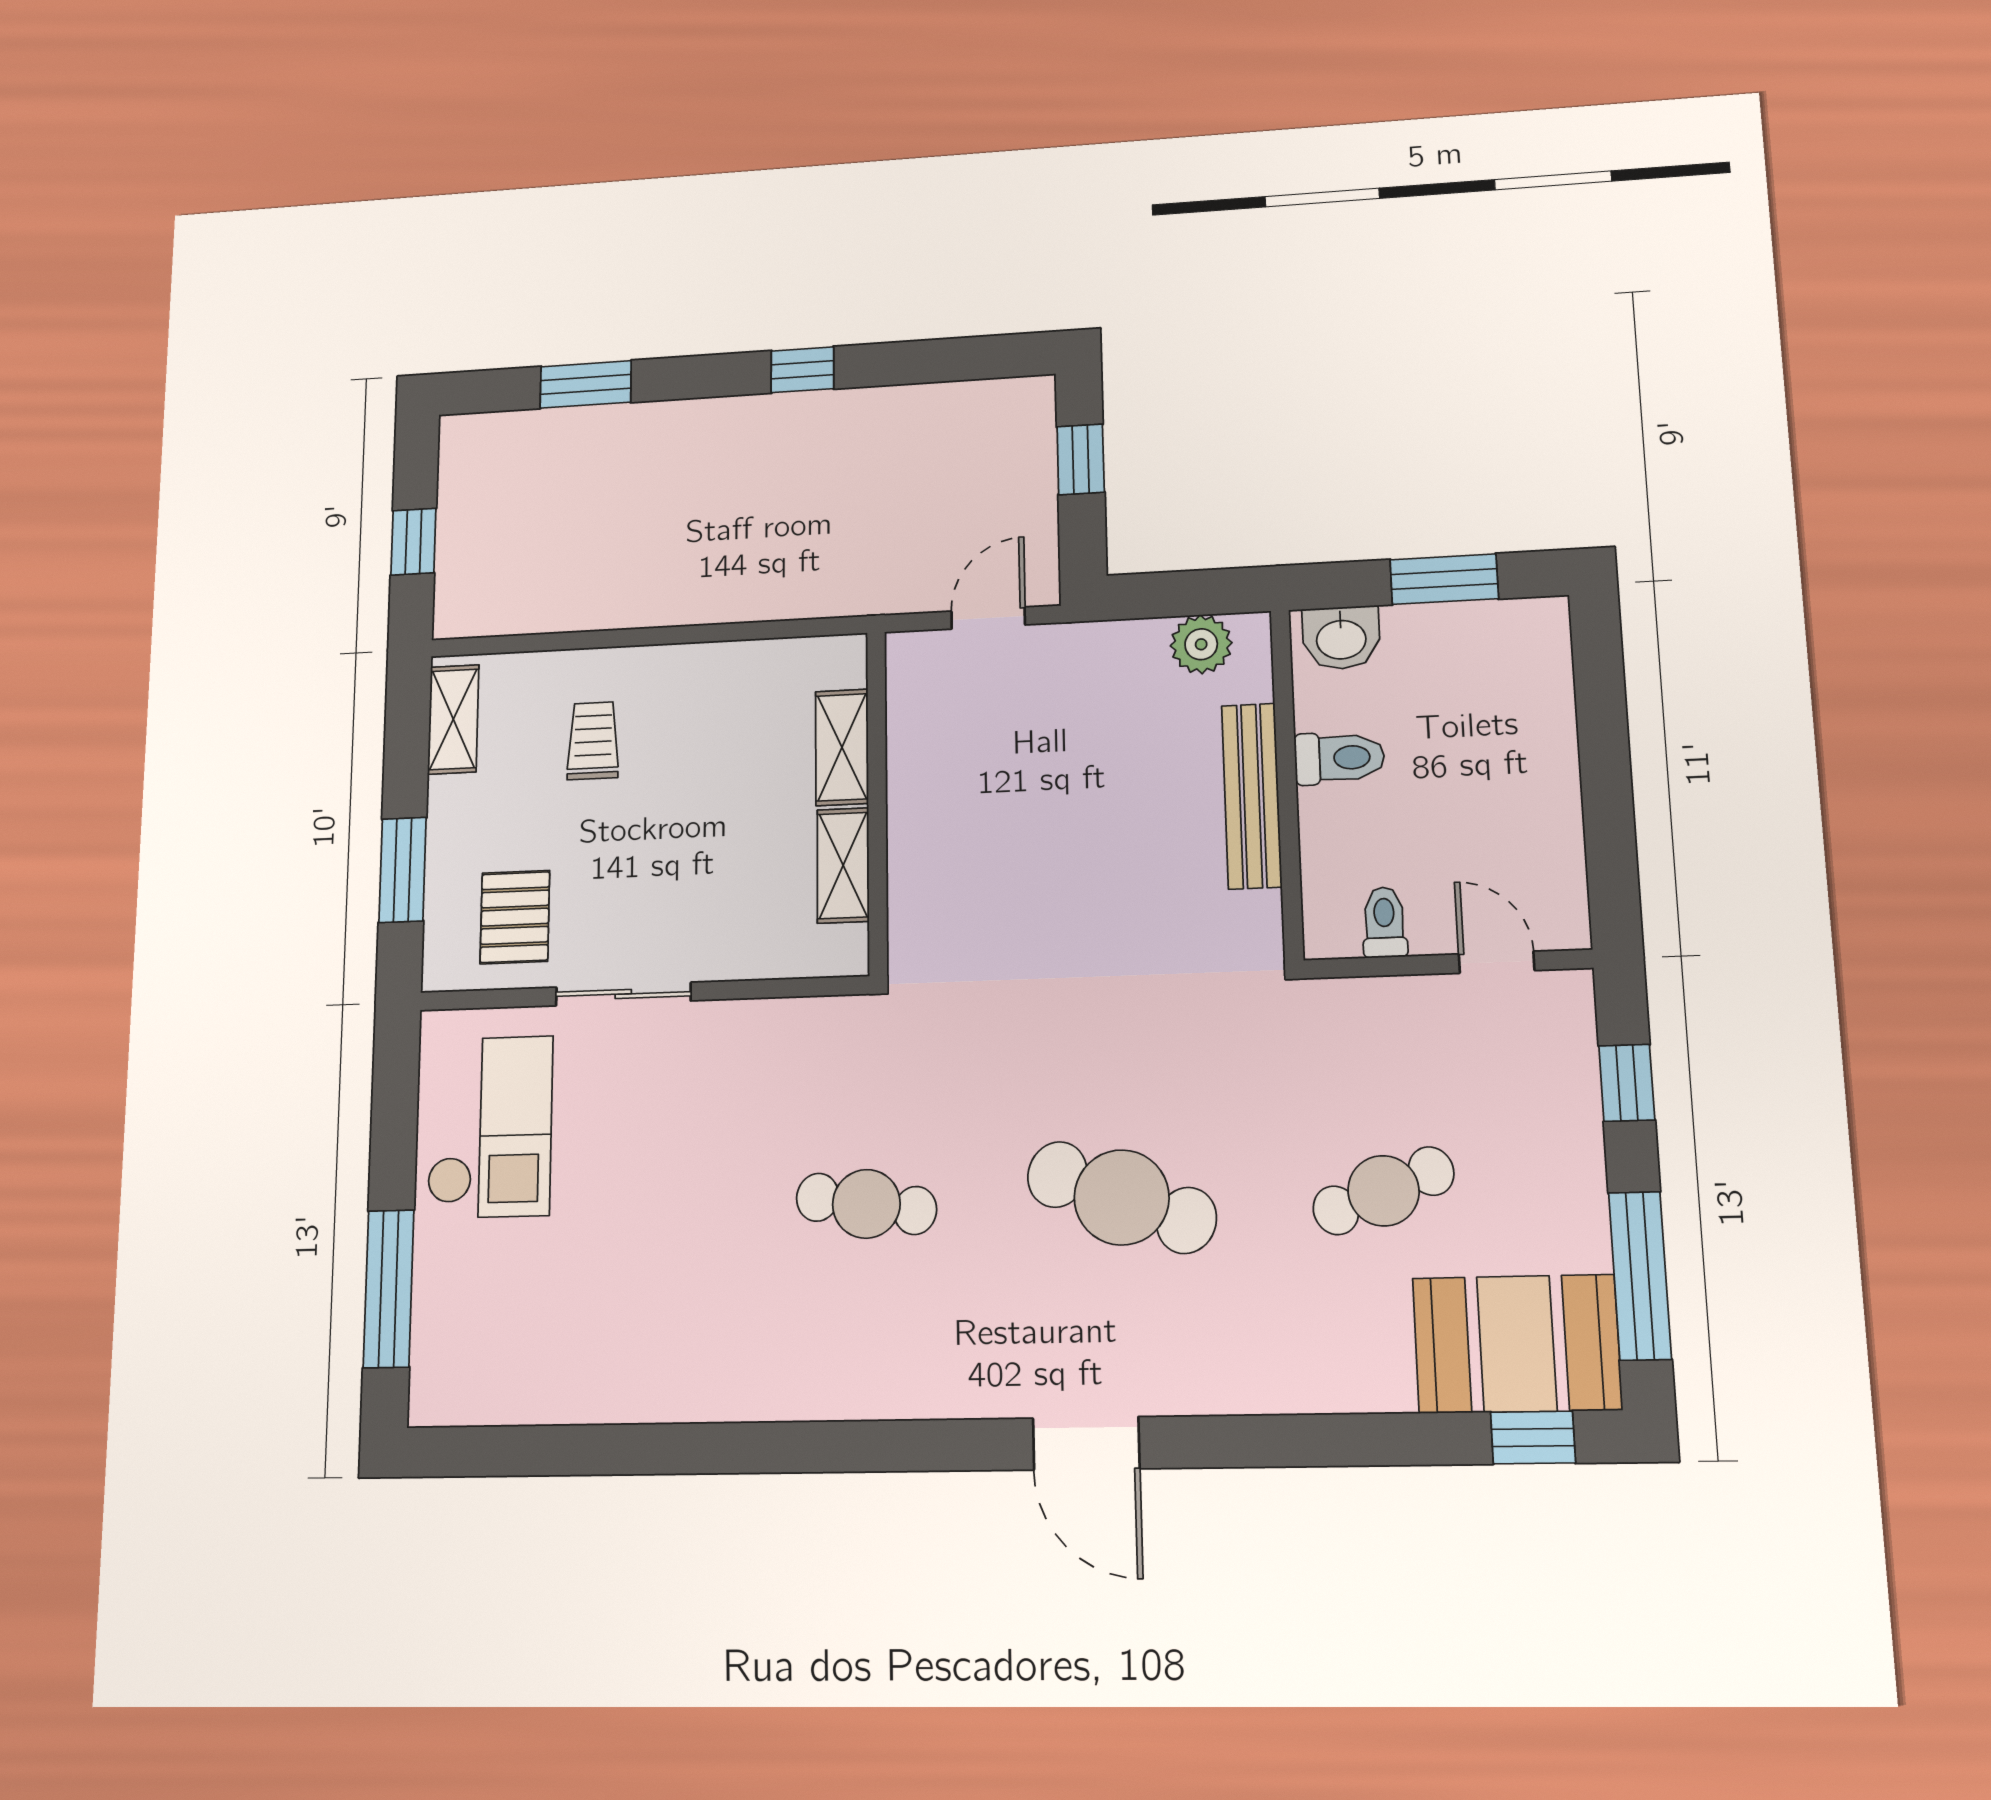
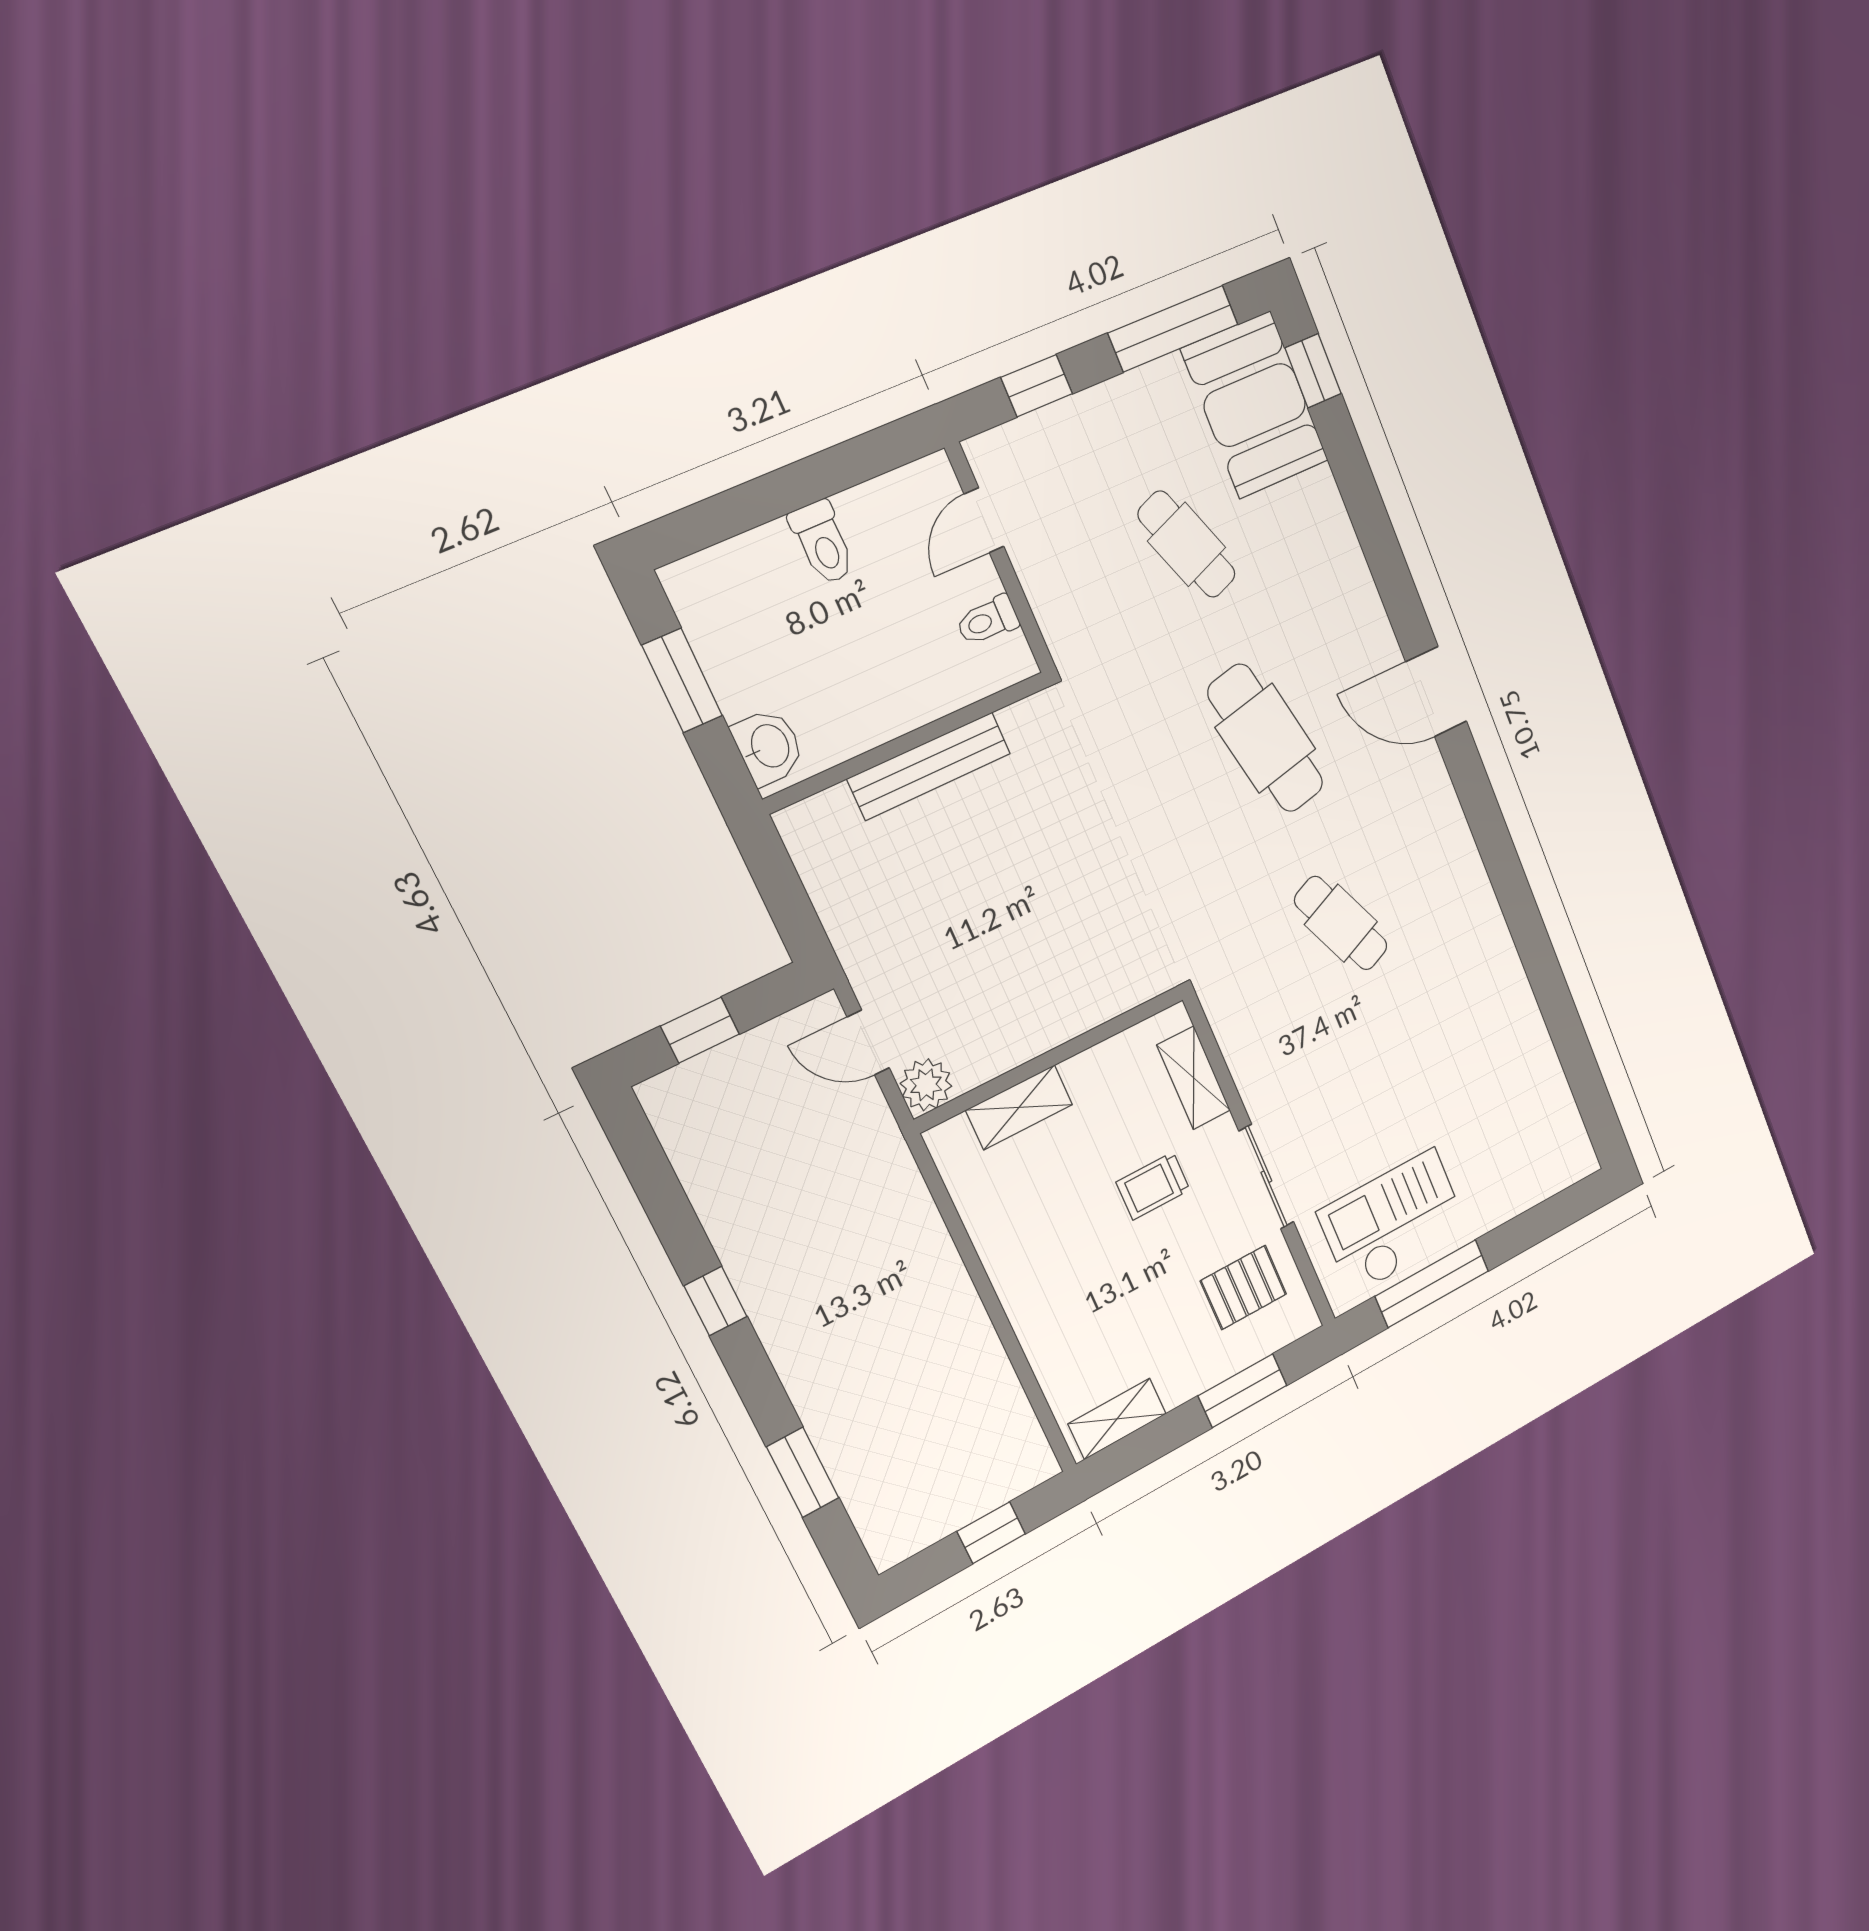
plant: (1201, 644) -> (926, 1085), moved
trolley: (593, 741) -> (1153, 1186), moved
toilet: (1339, 758) -> (823, 542), moved, turned 180
shelving: (843, 865) -> (1194, 1078), moved, turned 90
cafe table: (1122, 1197) -> (1266, 738), turned -33
cafe table: (866, 1204) -> (1341, 923), turned -33
window: (389, 1289) -> (1432, 1284), moved
door: (1086, 1443) -> (1436, 692), swing flipped

